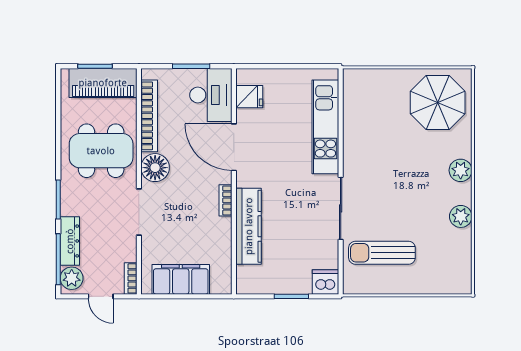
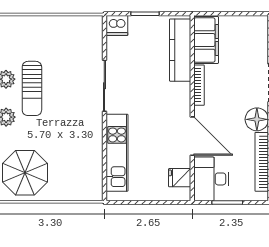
bookcase: (225, 200) -> (199, 85), width x1.56
kitchen counter: (249, 226) -> (180, 50), moved
sun lounger: (382, 253) -> (32, 88), moved, turned 90
filing cabinet: (181, 279) -> (206, 40), moved, turned -90

